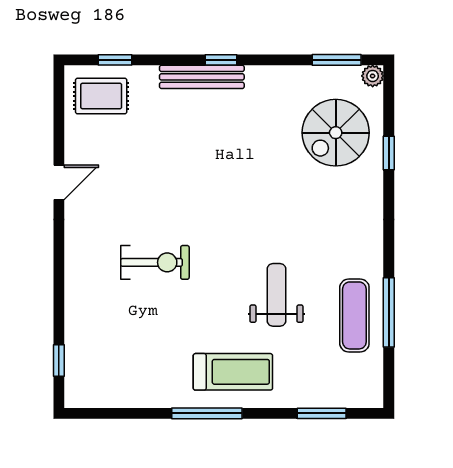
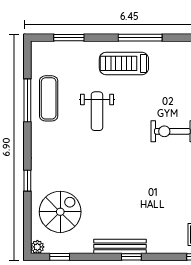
window: (337, 60) -> (60, 257), width x0.67
bench: (202, 77) -> (120, 246), moved
window: (389, 153) -> (27, 181), moved

